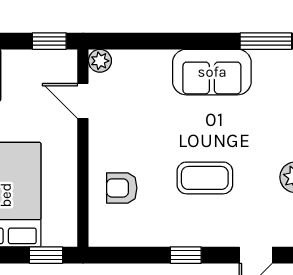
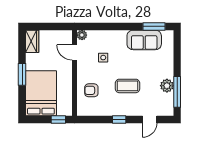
window: (49, 41) -> (60, 26), removed
sofa: (212, 72) -> (144, 40), moved
side table: (149, 113) -> (103, 58), added

